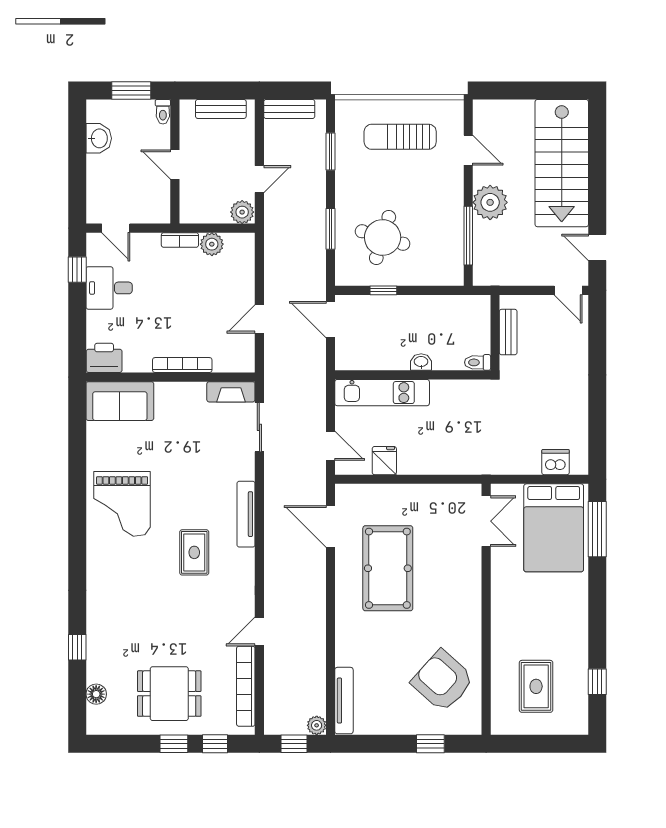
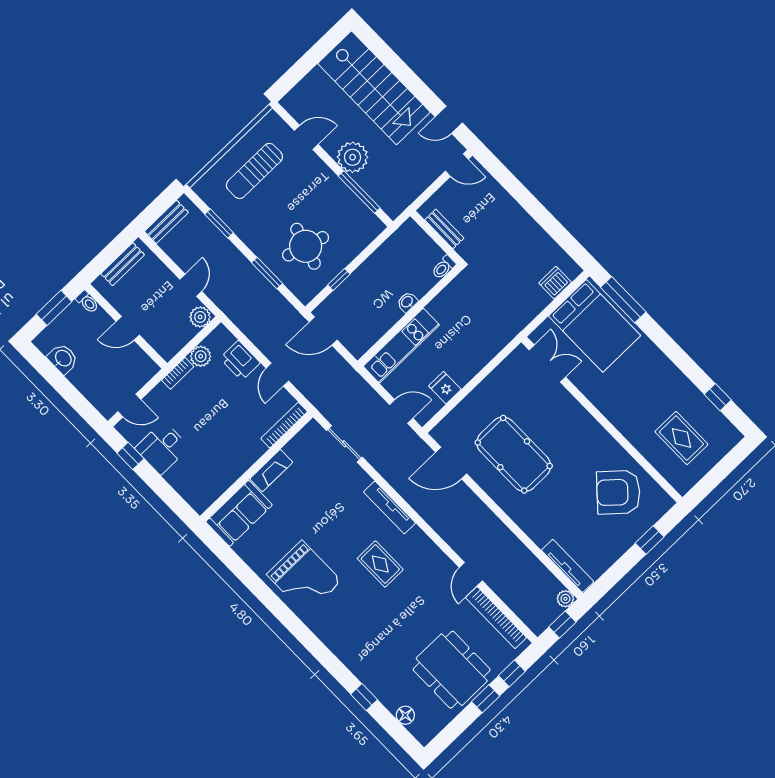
printer: (104, 358) -> (240, 361), moved, turned -90
bookcase: (182, 365) -> (284, 425), moved
fireplace: (231, 392) -> (271, 471), moved
dining table: (169, 694) -> (452, 670), width x1.38

